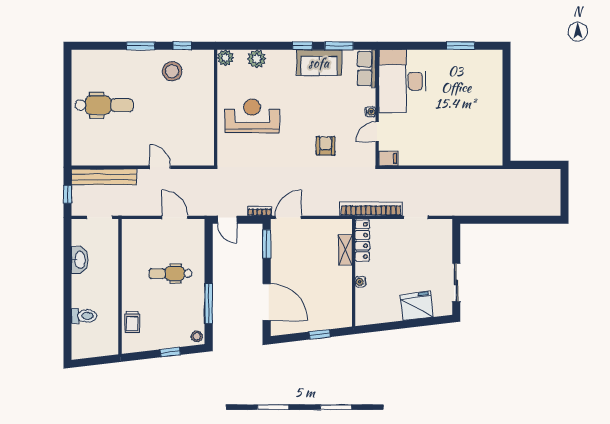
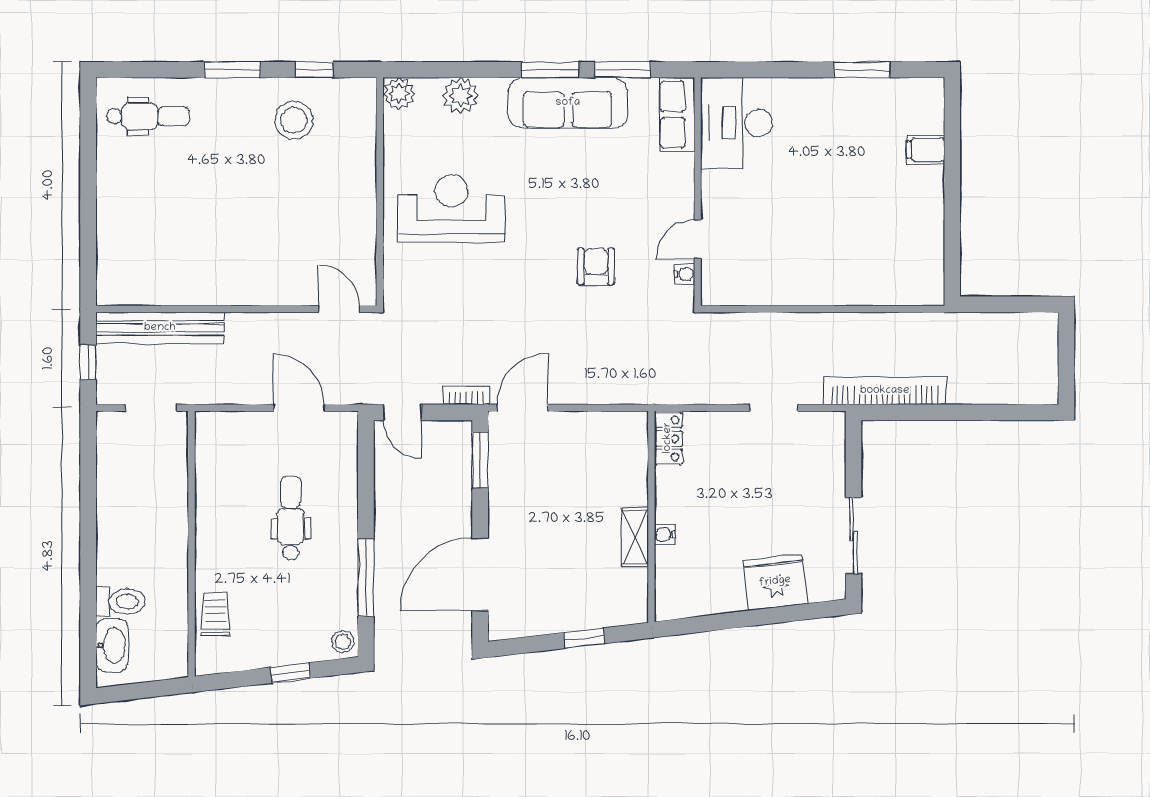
window: (302, 46) -> (551, 70), width x1.50
sofa: (319, 63) -> (568, 103), width x1.36
desk: (402, 81) -> (737, 123), width x0.73, depth x0.77
dental chair: (104, 105) -> (148, 116), moved, width x0.73, depth x0.72
water cooler: (370, 112) -> (684, 274), moved
filing cabinet: (388, 158) -> (926, 150), moved, turned 180
door: (160, 167) -> (339, 309), moved
bookcase: (371, 209) -> (885, 391), moved
locker: (362, 240) -> (668, 438), width x0.66
shelving: (345, 250) -> (635, 537), moved
washbasin: (80, 260) -> (112, 645), moved
dental chair: (170, 273) -> (291, 518), turned 90
door: (267, 302) -> (480, 574), swing flipped
trolley: (132, 322) -> (215, 614), turned 180

